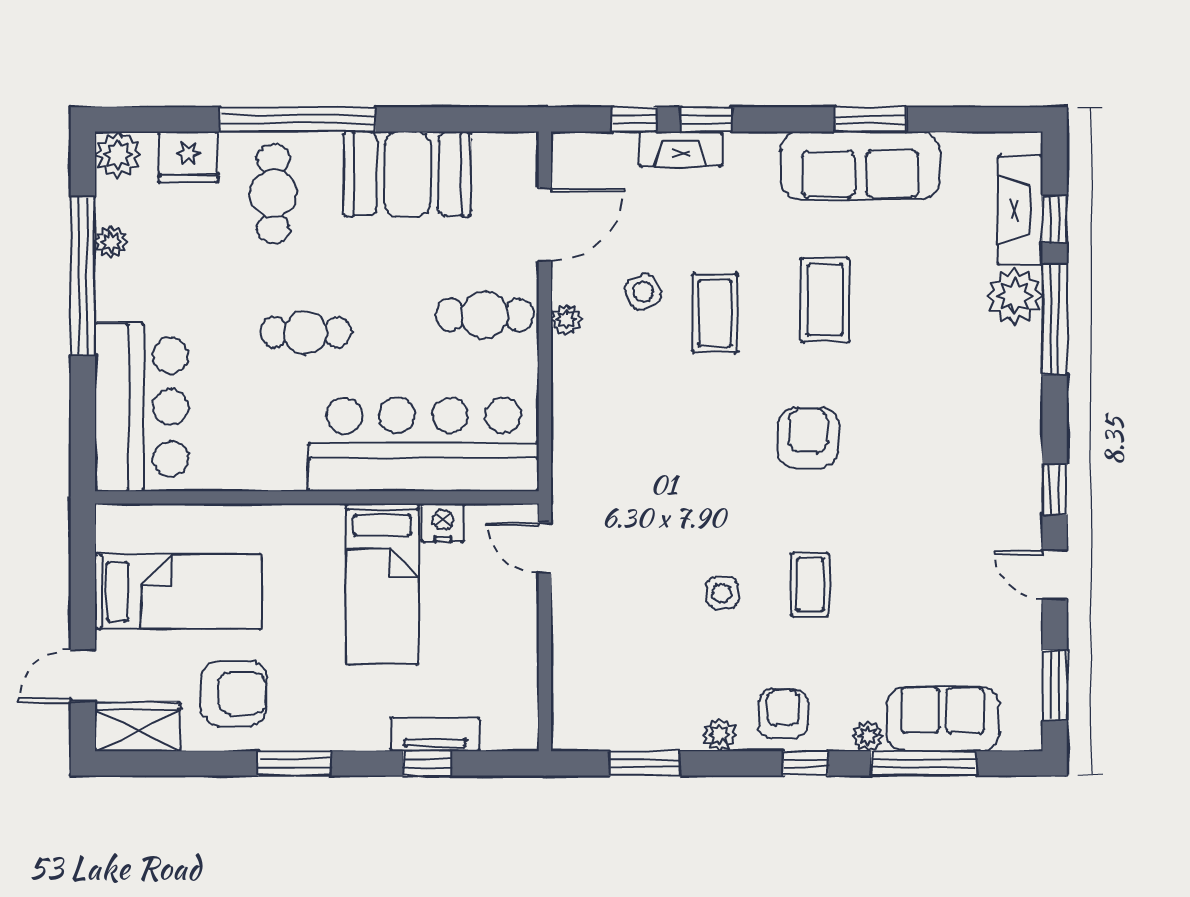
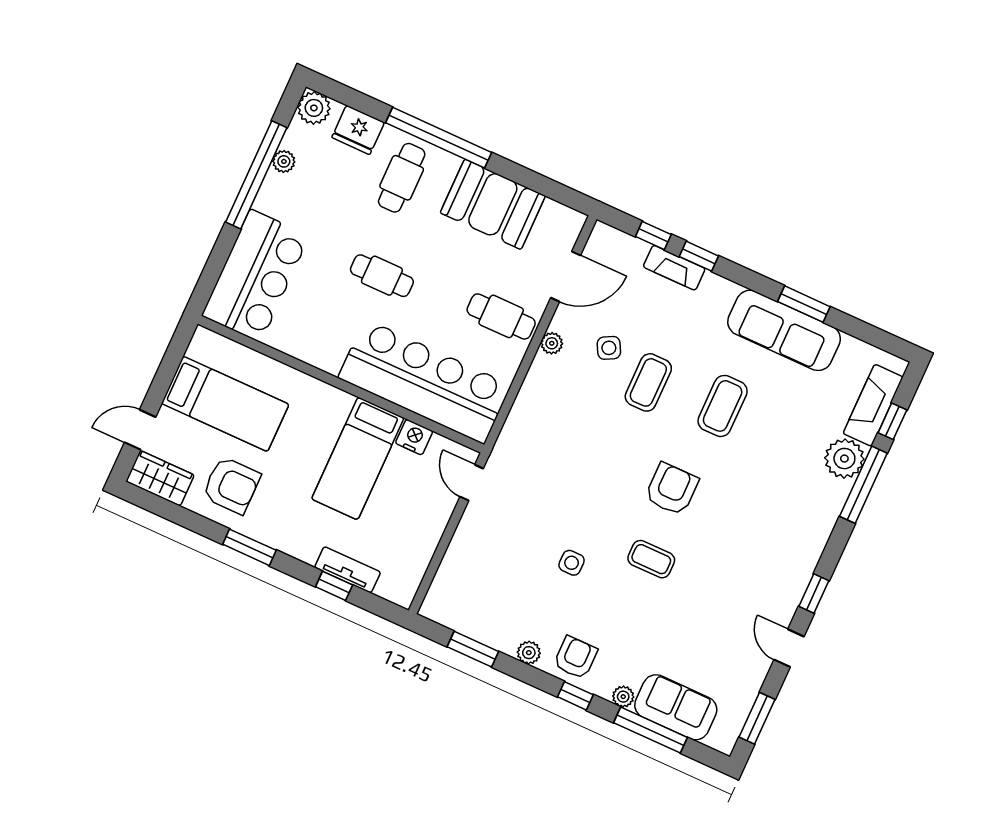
coffee table: (810, 584) -> (651, 559), moved, turned 90

